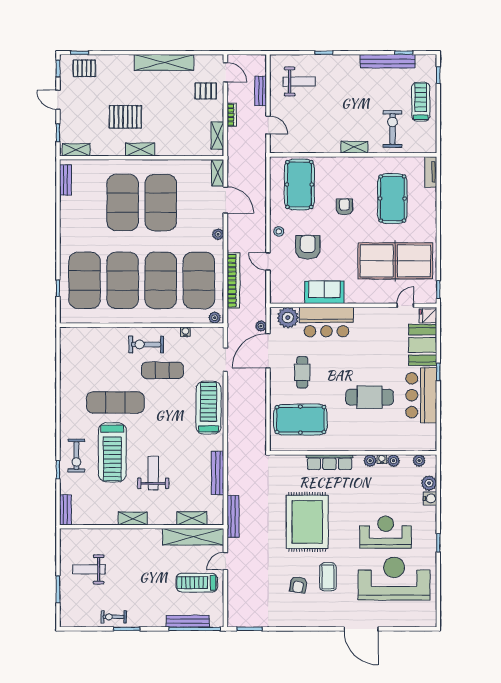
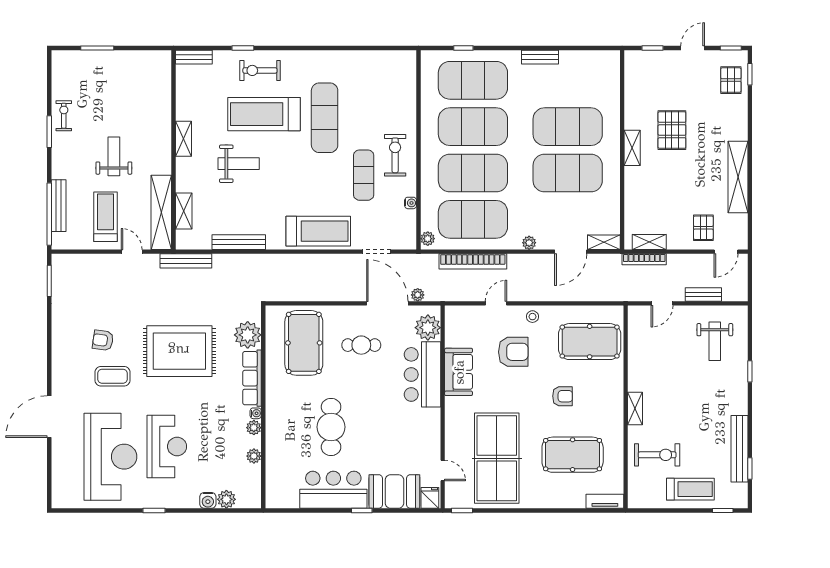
bookcase: (232, 115) -> (644, 259), moved, width x1.56
shelving: (76, 150) -> (632, 70), removed
bench: (65, 180) -> (540, 57), moved
water cooler: (382, 459) -> (256, 413), moved
plant: (419, 461) -> (248, 335), moved, width x1.88, depth x1.88
weight bench: (89, 569) -> (114, 156), moved

